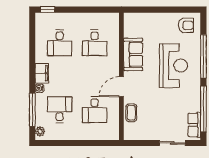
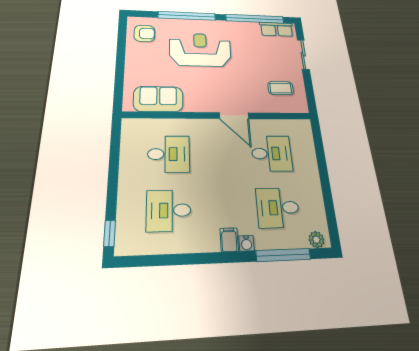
armchair: (186, 25) -> (144, 33), turned 90
desk: (60, 43) -> (169, 210), turned 180
sofa: (133, 54) -> (158, 99), moved
filing cabinet: (42, 73) -> (229, 240), width x0.50
coffee table: (131, 113) -> (281, 88), moved

